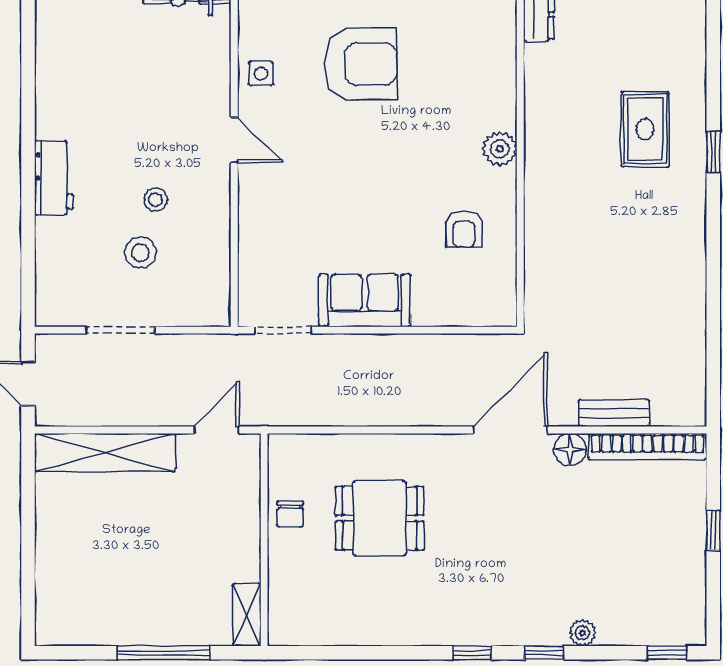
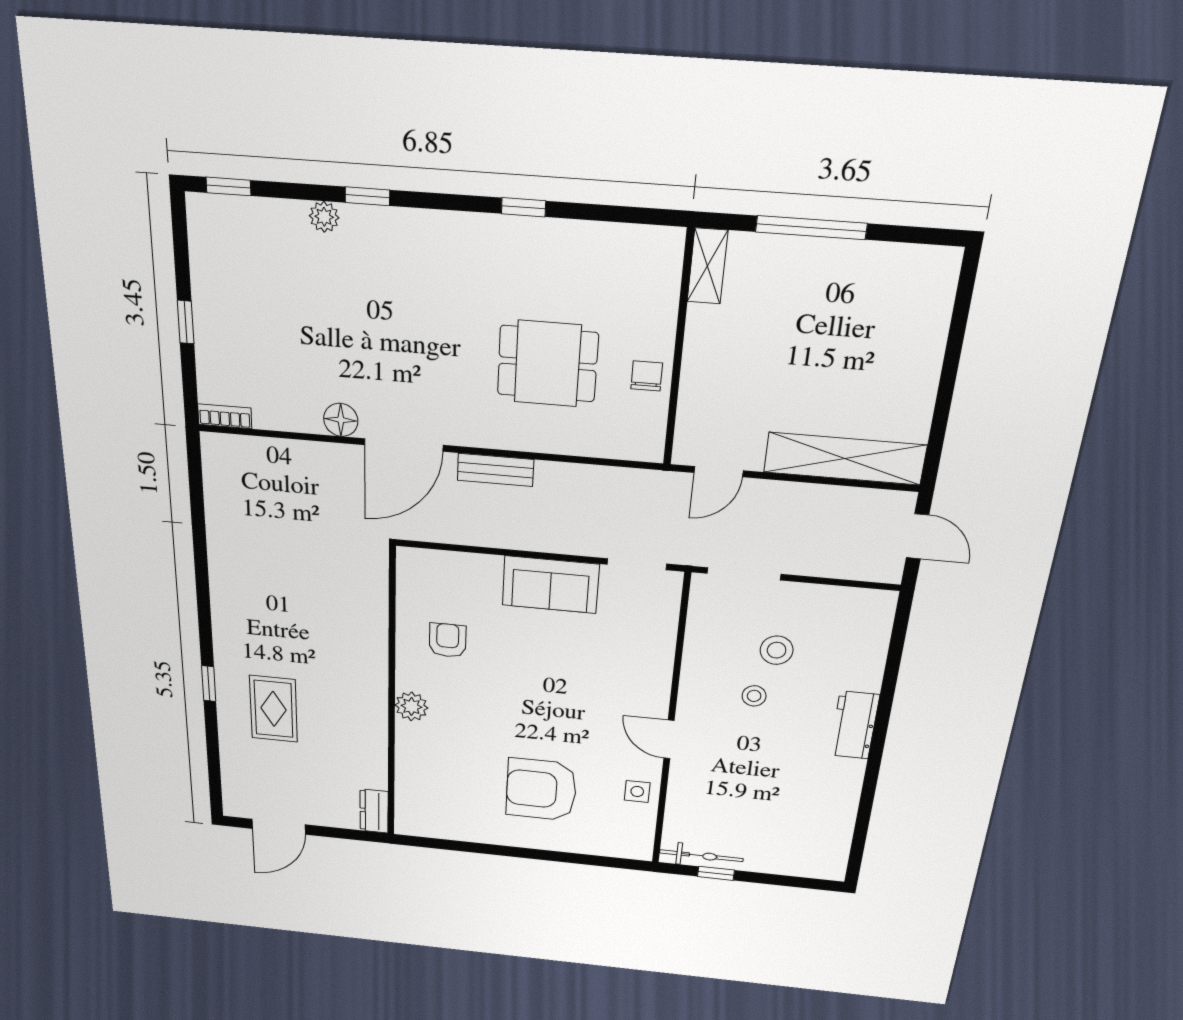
doorway: (120, 330) -> (744, 574), moved
bench: (614, 413) -> (495, 470), moved
bookcase: (648, 447) -> (225, 416), width x0.43, depth x0.76
window: (472, 653) -> (524, 207), moved

